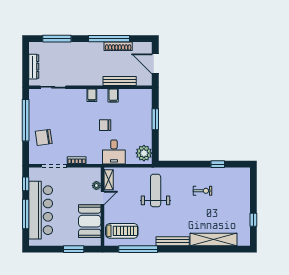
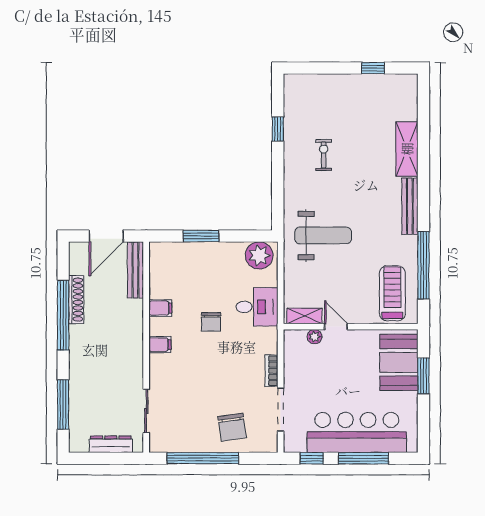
bench: (120, 81) -> (135, 270), moved
weight bench: (156, 190) -> (323, 235), turned 180
booth: (90, 221) -> (399, 362), moved, turned 90
shelving: (213, 239) -> (407, 149), width x0.68

